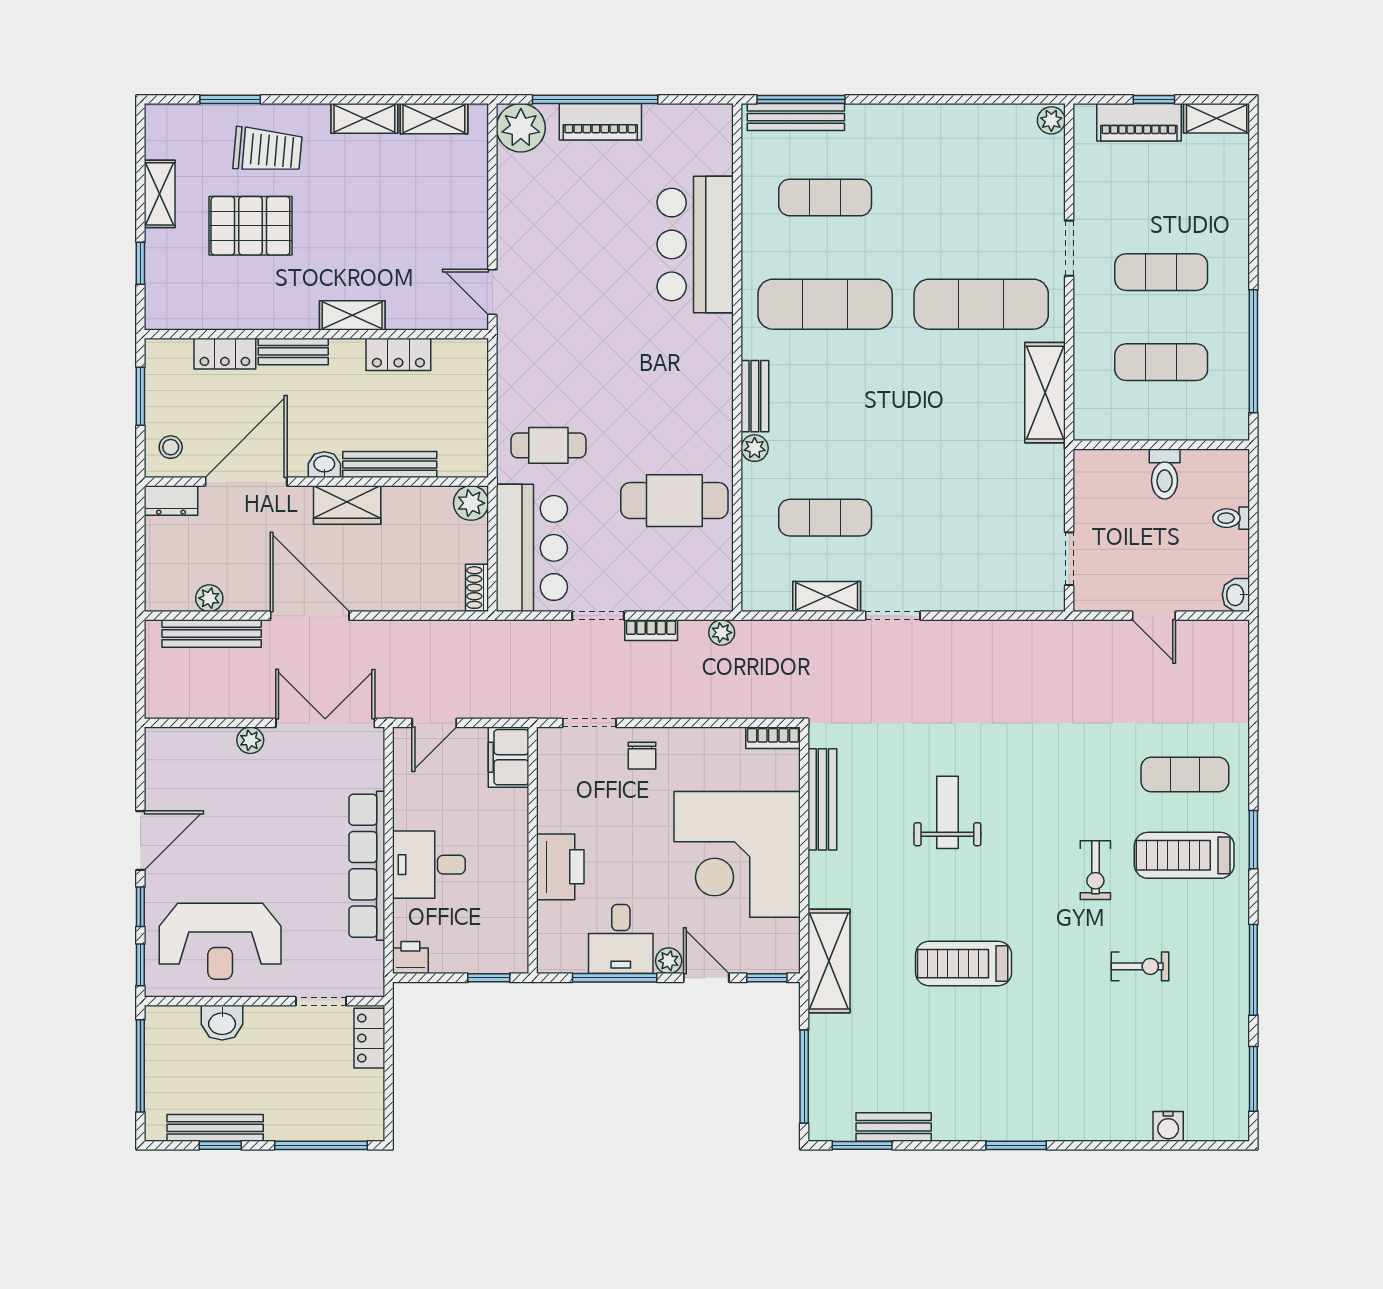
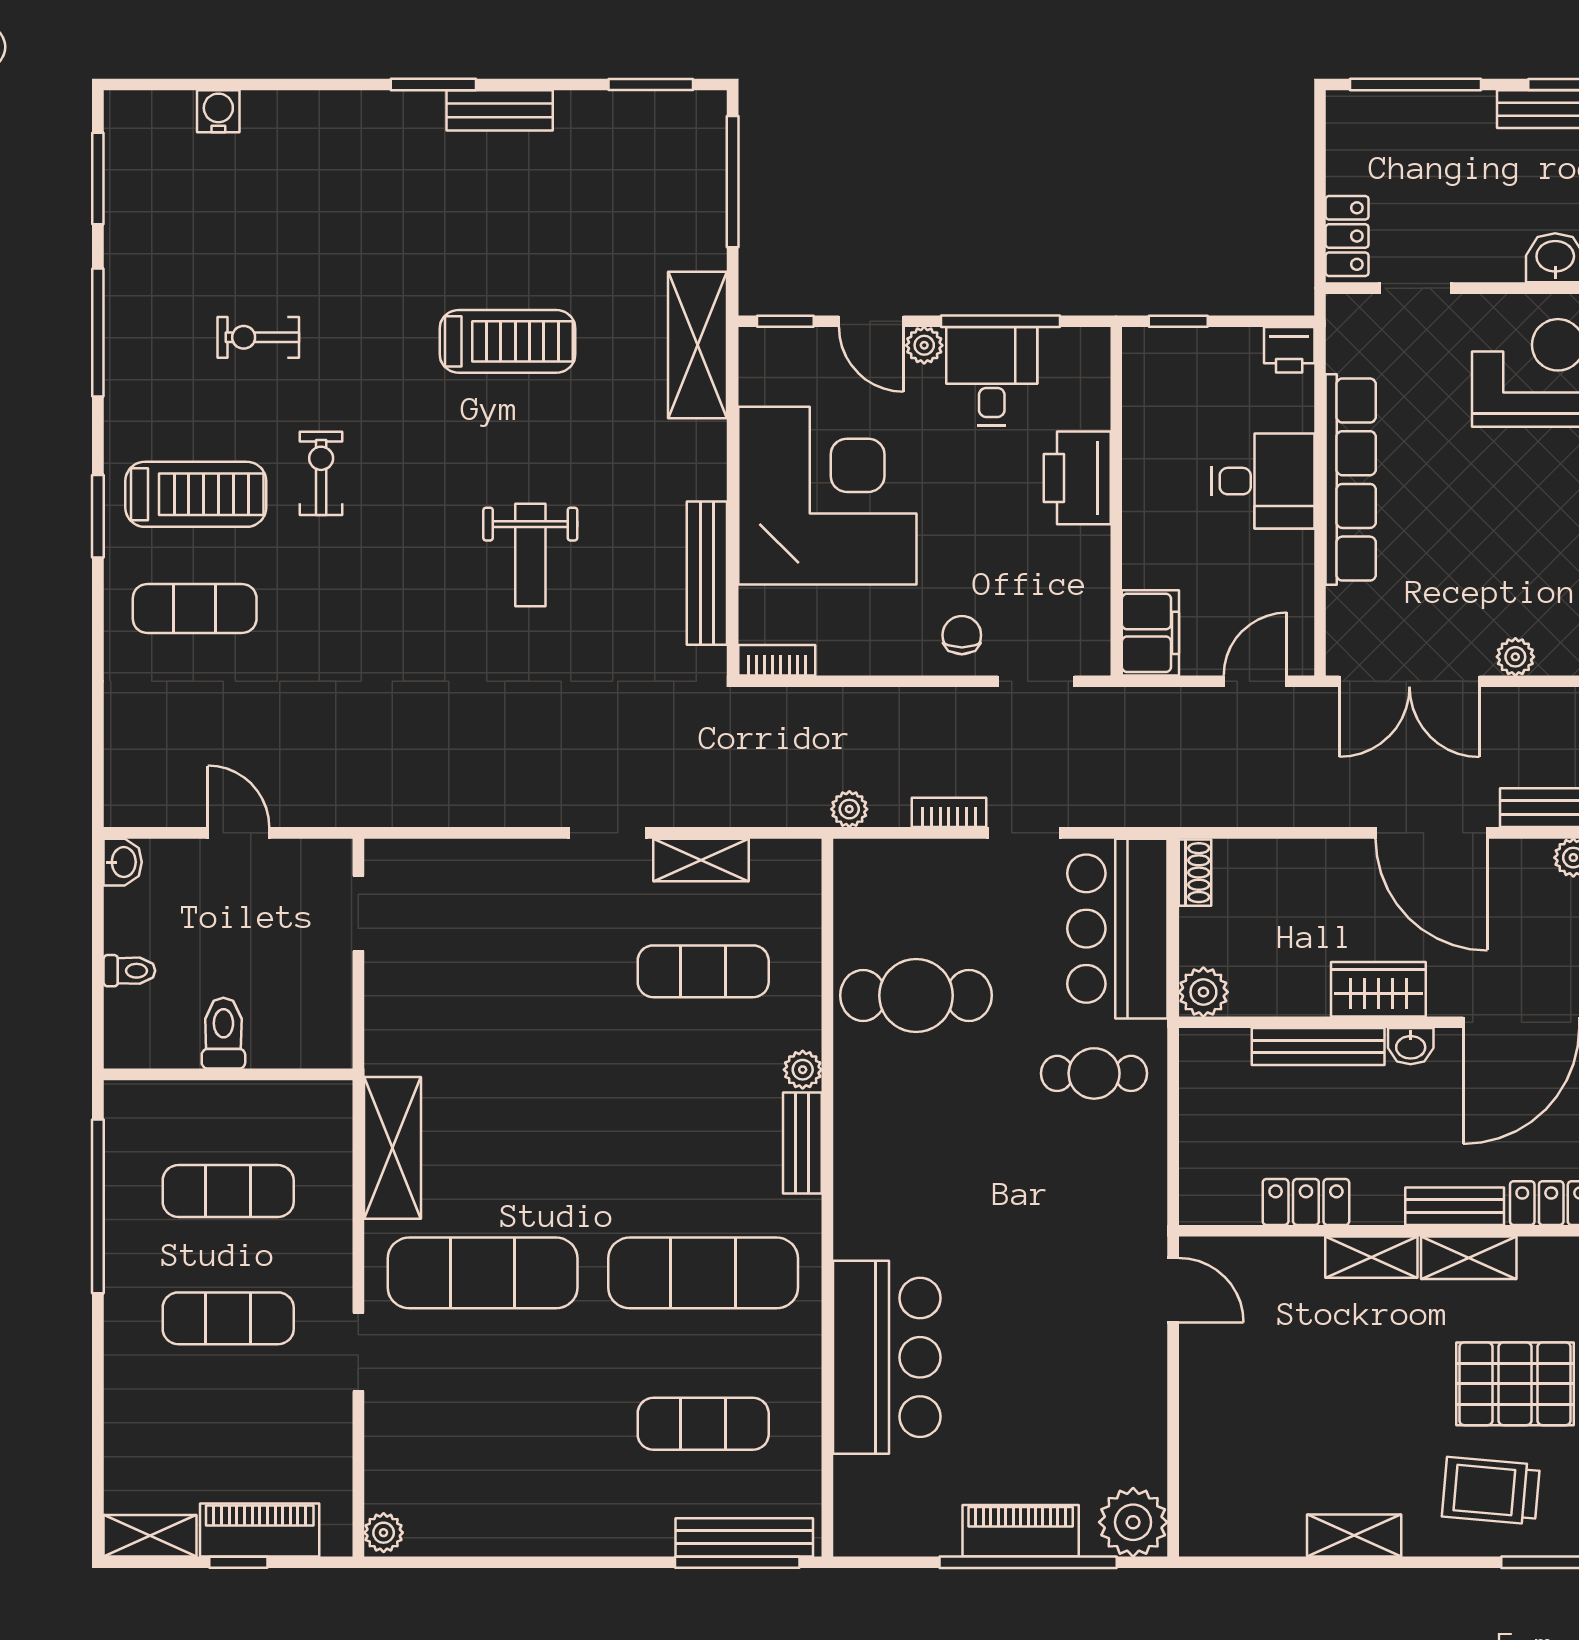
shelving: (434, 119) -> (1469, 1258), moved
bench: (894, 1127) -> (500, 110), moved

